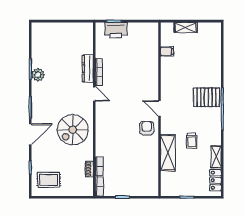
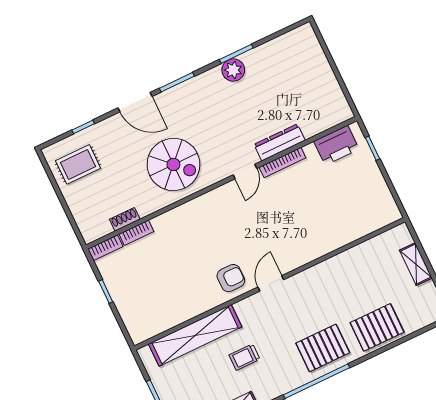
printer: (116, 30) -> (336, 145), moved, turned -90
filing cabinet: (167, 51) -> (365, 253), removed
pallet: (209, 64) -> (377, 327), added
pallet: (206, 97) -> (323, 348), turned 90
spiral stairs: (73, 130) -> (173, 164), turned 180
shelving: (168, 153) -> (195, 335), width x1.47
rug: (49, 180) -> (78, 164), turned 90

